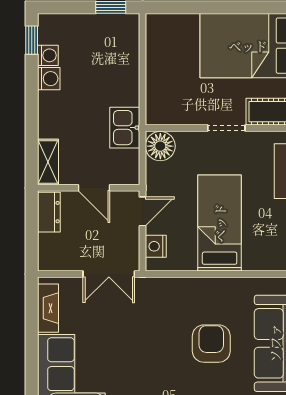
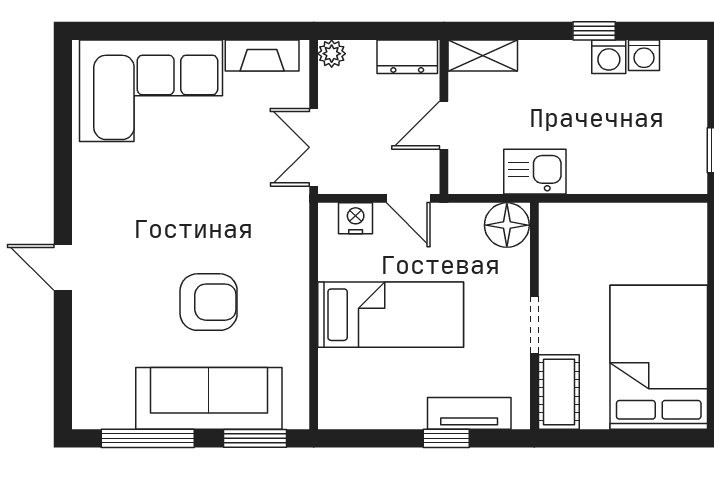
window: (32, 40) -> (594, 31), moved
plant: (47, 262) -> (332, 54), added

